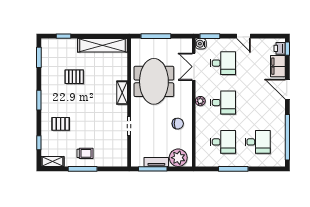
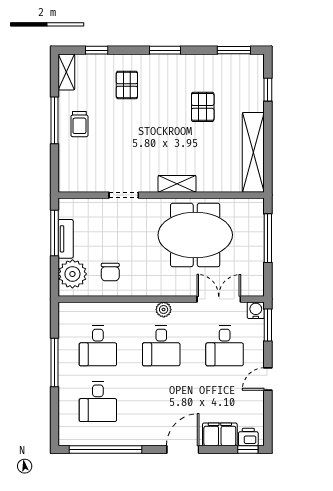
chair: (178, 124) -> (110, 272), moved

